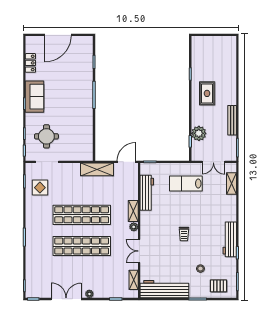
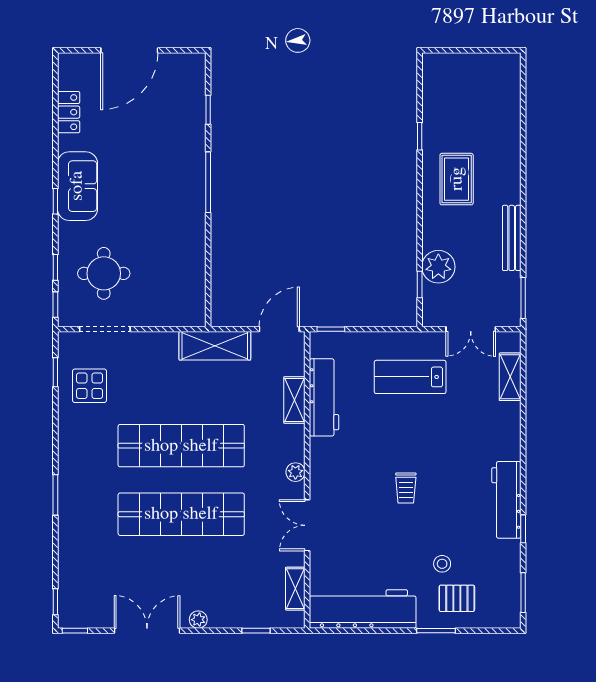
shelving: (133, 211) -> (294, 400), moved
pallet: (218, 286) -> (457, 598), moved

